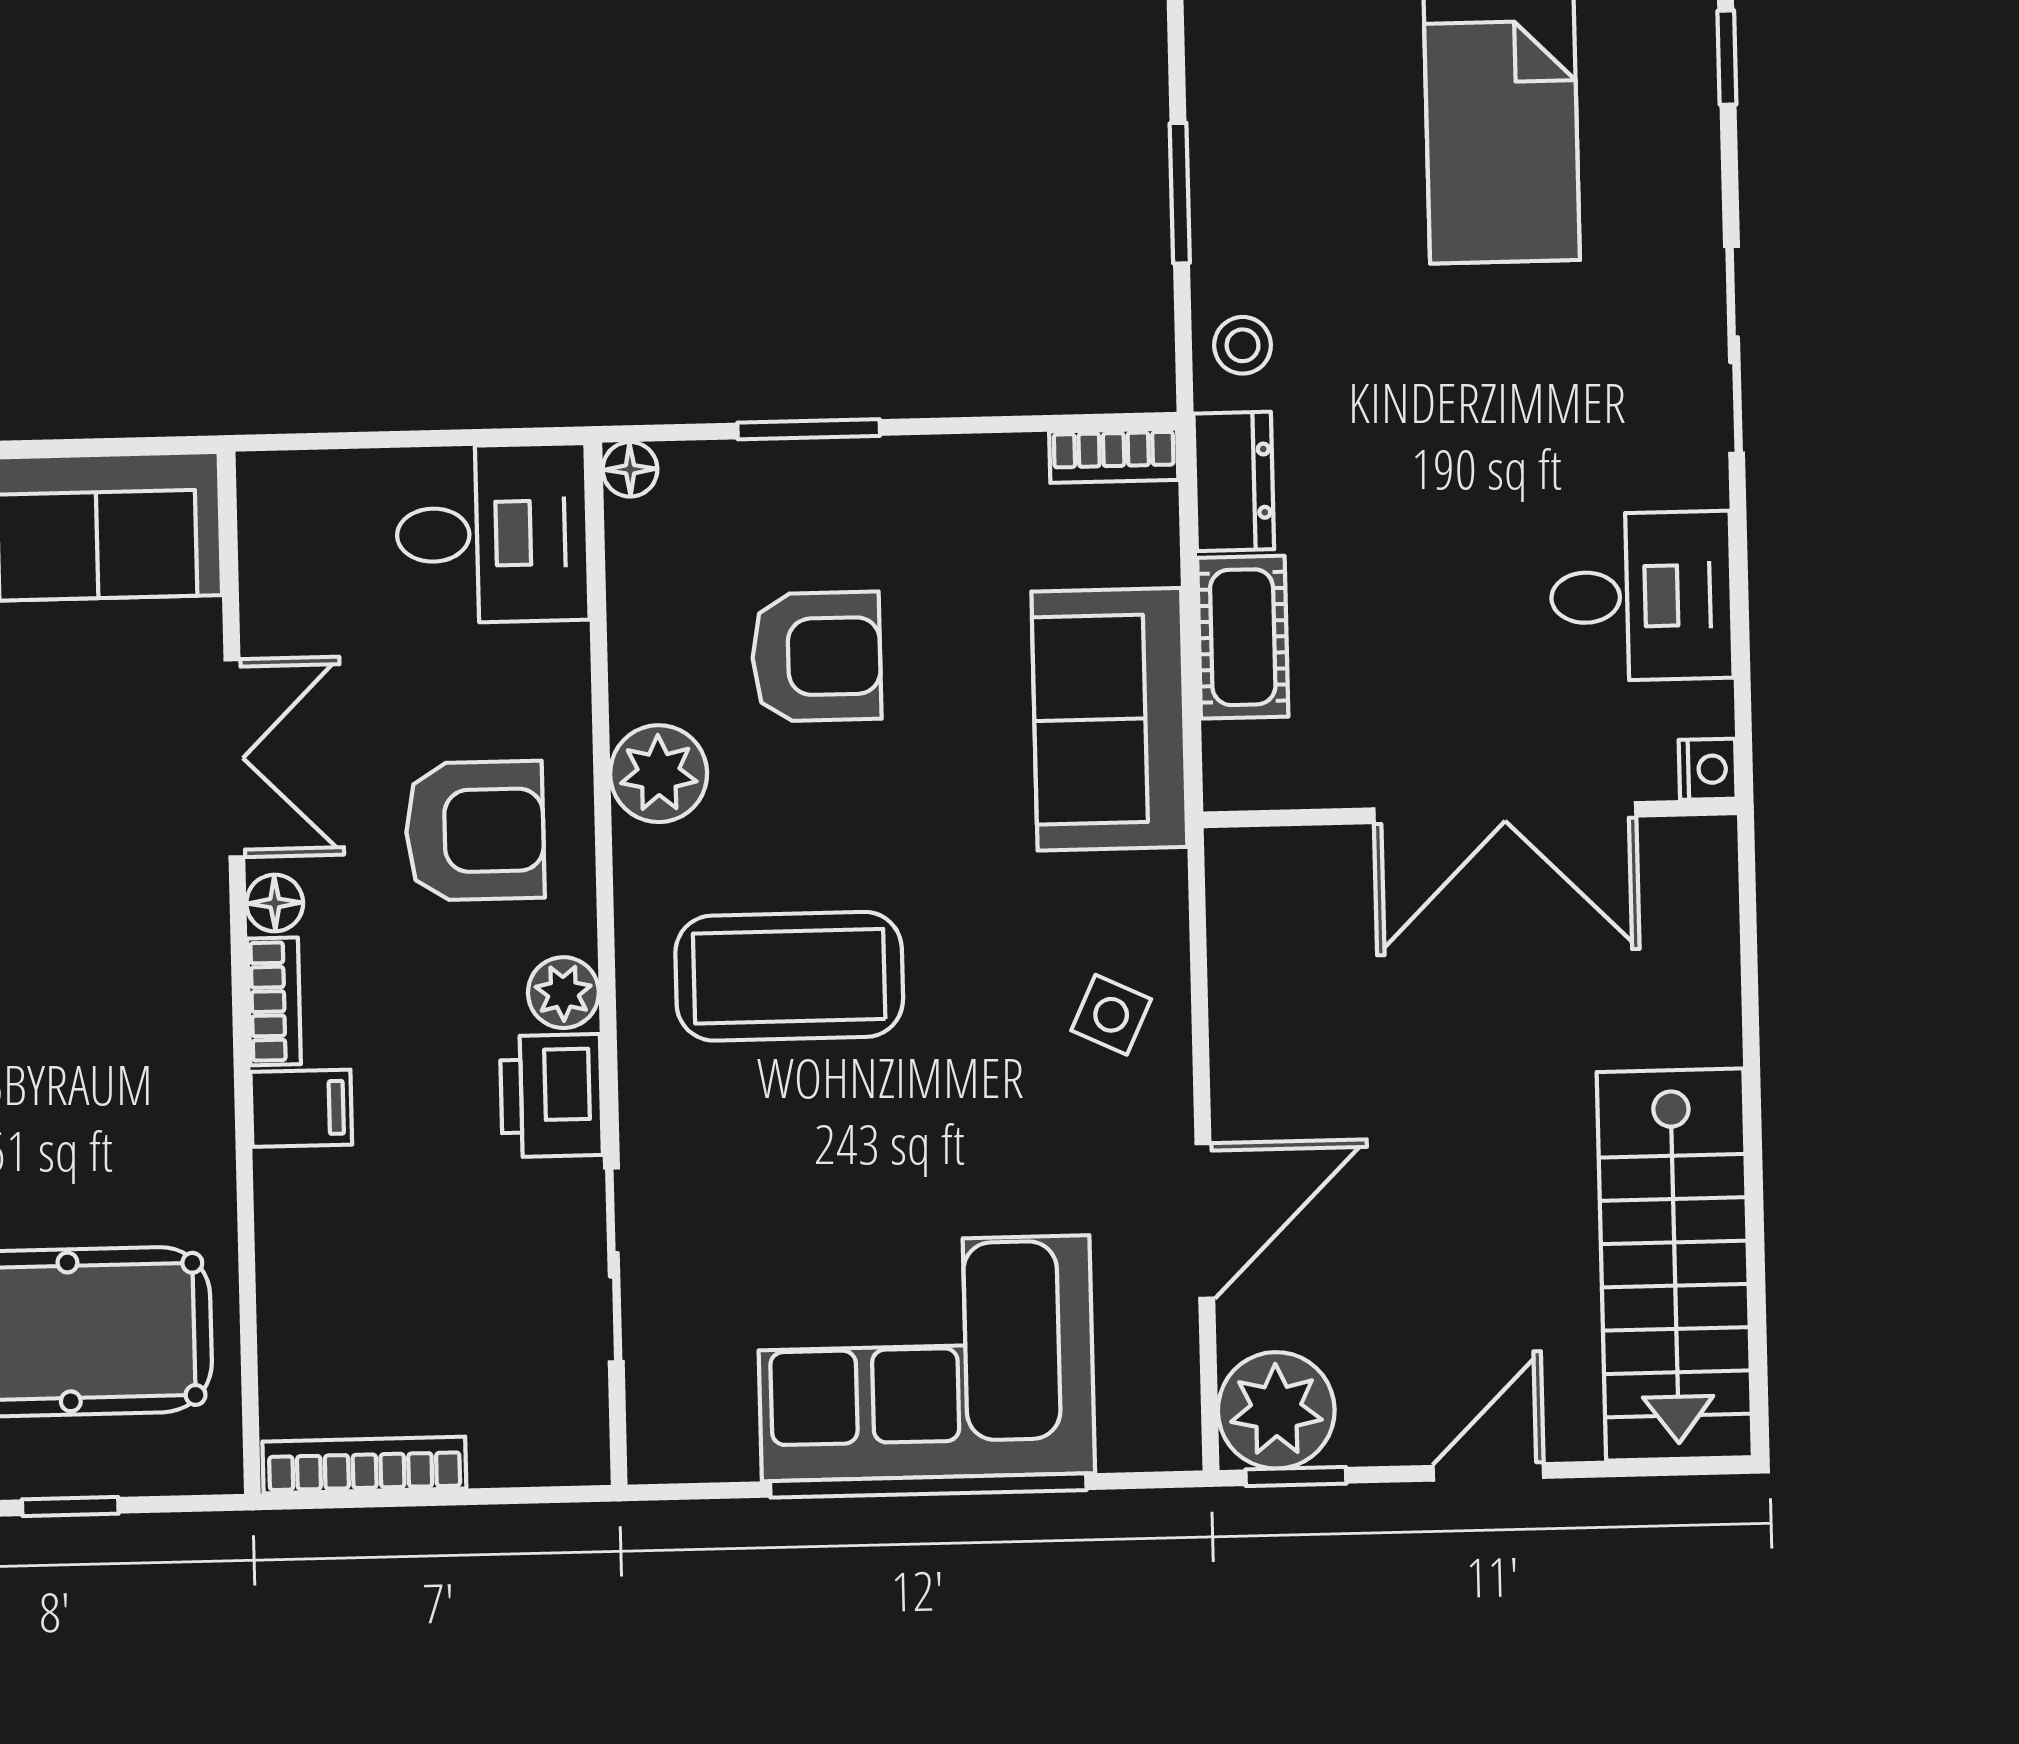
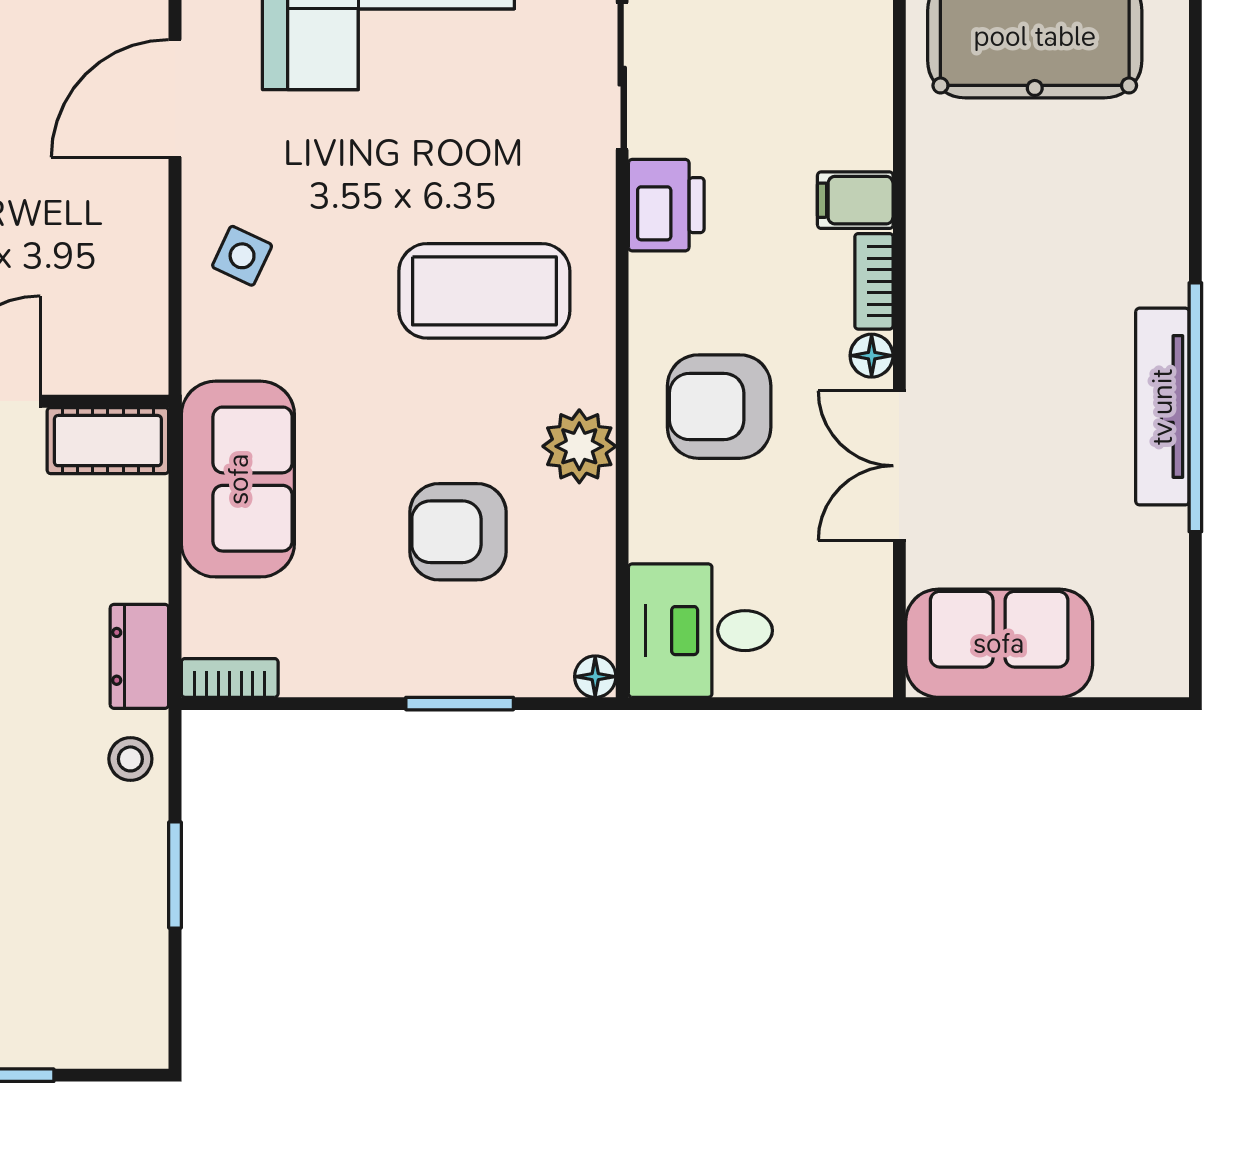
cot: (1243, 637) -> (108, 441), moved, turned 90
plant: (563, 993) -> (655, 283), removed

